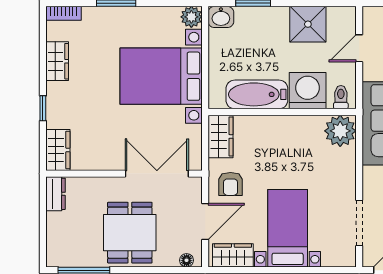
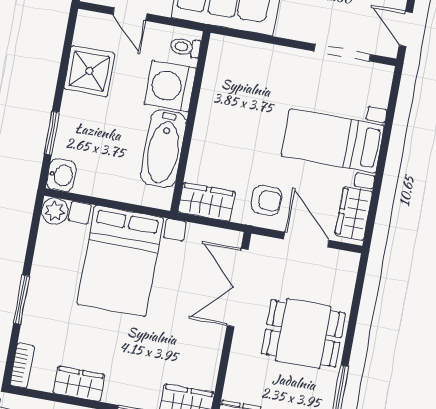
plant: (340, 131) -> (226, 55), removed
floor lamp: (187, 260) -> (349, 271), removed

